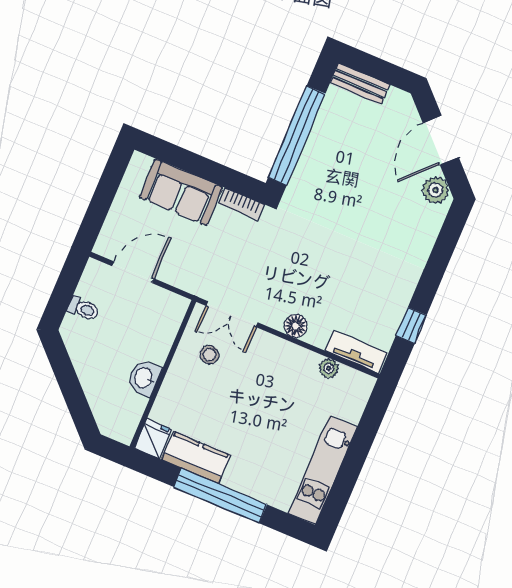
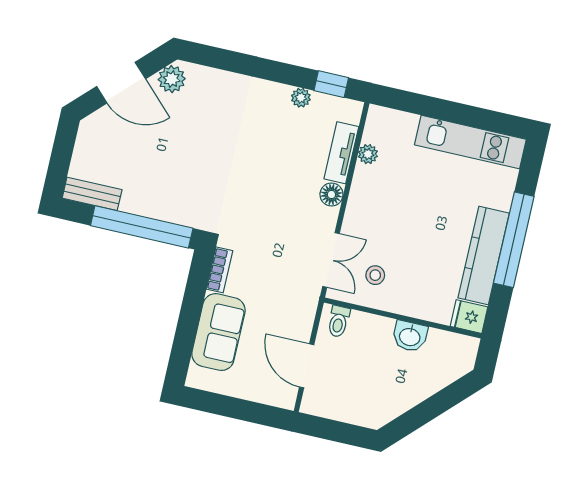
bench: (360, 84) -> (92, 194), moved, turned 90
toilet: (83, 309) -> (339, 321), moved, turned 180
plant: (395, 313) -> (301, 98), added
window: (411, 325) -> (331, 84), moved
tv unit: (356, 352) -> (341, 153), moved
kitchen counter: (196, 458) -> (484, 256), width x1.50

